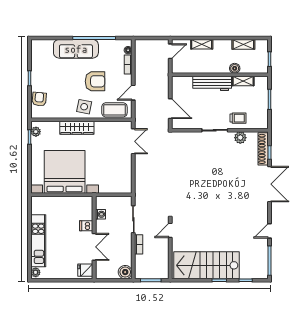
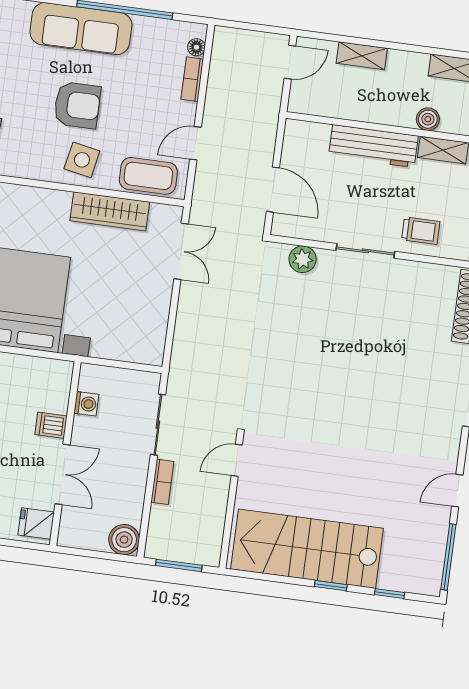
armchair: (95, 81) -> (77, 105), moved
wardrobe: (77, 128) -> (110, 211), moved
plant: (240, 138) -> (303, 259), moved

